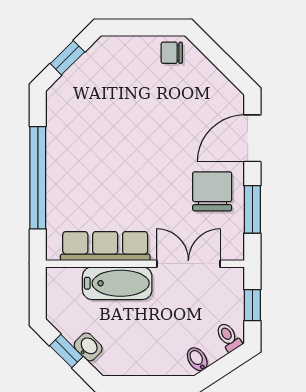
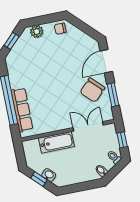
plant: (123, 49) -> (37, 32), added
chair: (212, 191) -> (92, 90), turned -135
row of seats: (105, 246) -> (22, 110), moved, turned 90

